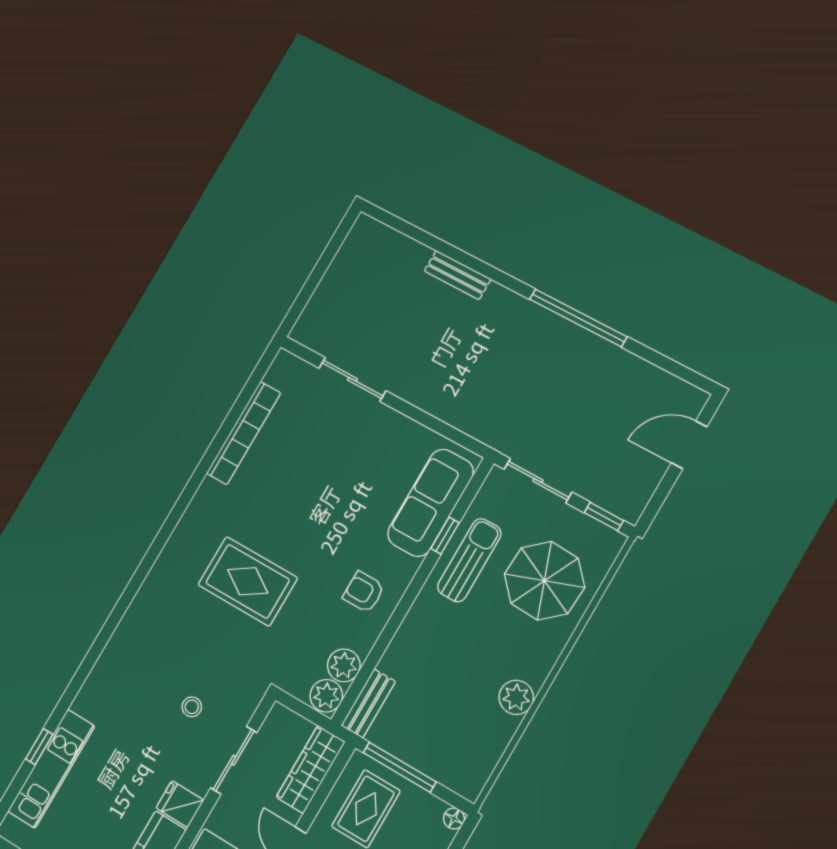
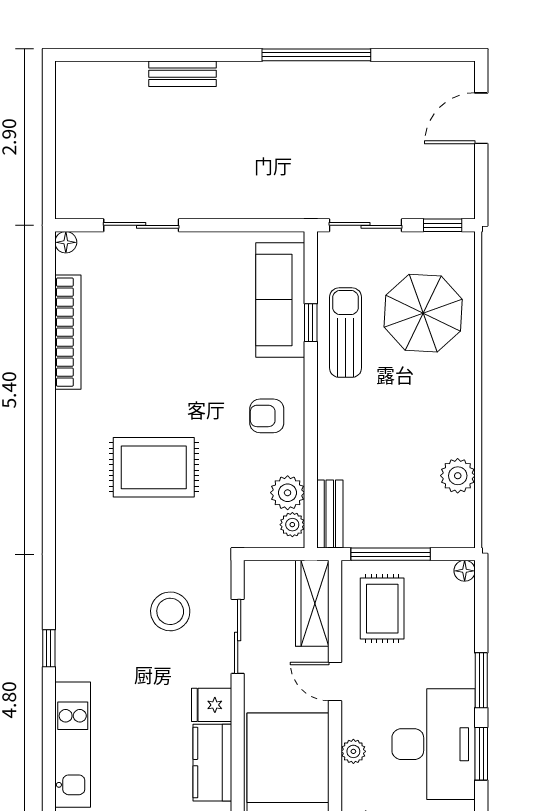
floor lamp: (284, 360) -> (66, 242), added
plant: (326, 696) -> (292, 525), width x0.73, depth x0.73
plant: (516, 697) -> (458, 476), moved
stool: (192, 707) -> (170, 611), width x1.89, depth x1.89
window: (39, 747) -> (49, 648), moved

